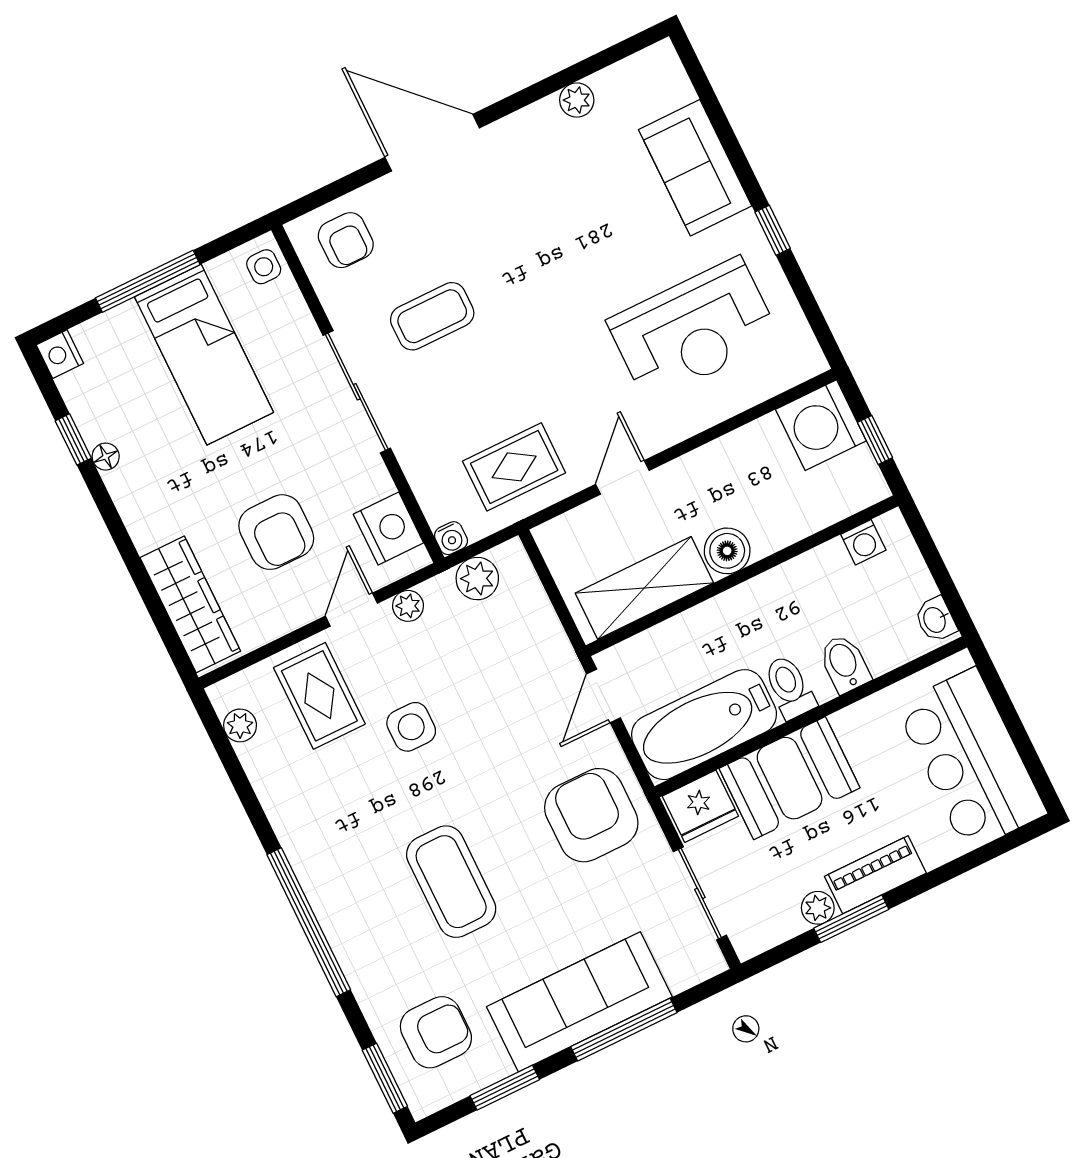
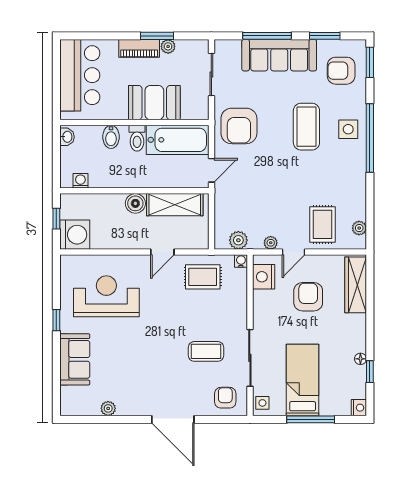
sliding door: (357, 392) -> (250, 358), moved
side table: (411, 727) -> (348, 129), moved
fridge: (700, 806) -> (195, 109), removed

